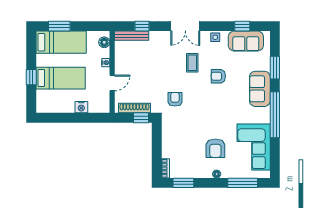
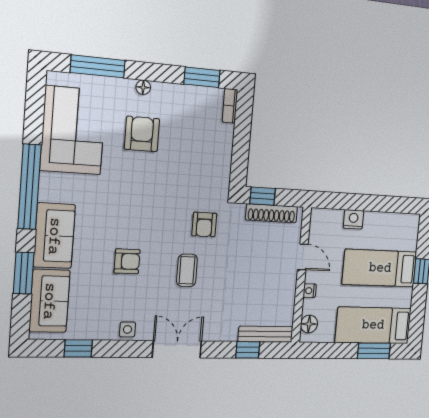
sofa: (246, 41) -> (49, 301), moved, turned 90
coffee table: (192, 63) -> (187, 270), moved
door: (112, 83) -> (303, 257), swing flipped

